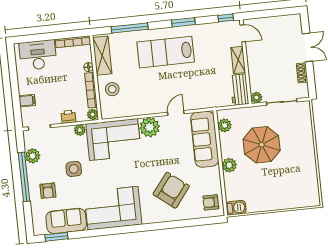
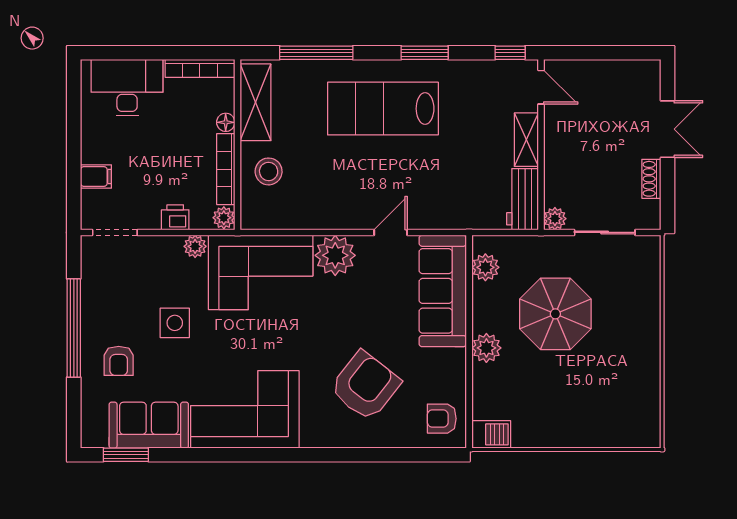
plant: (33, 156) -> (95, 288), removed

